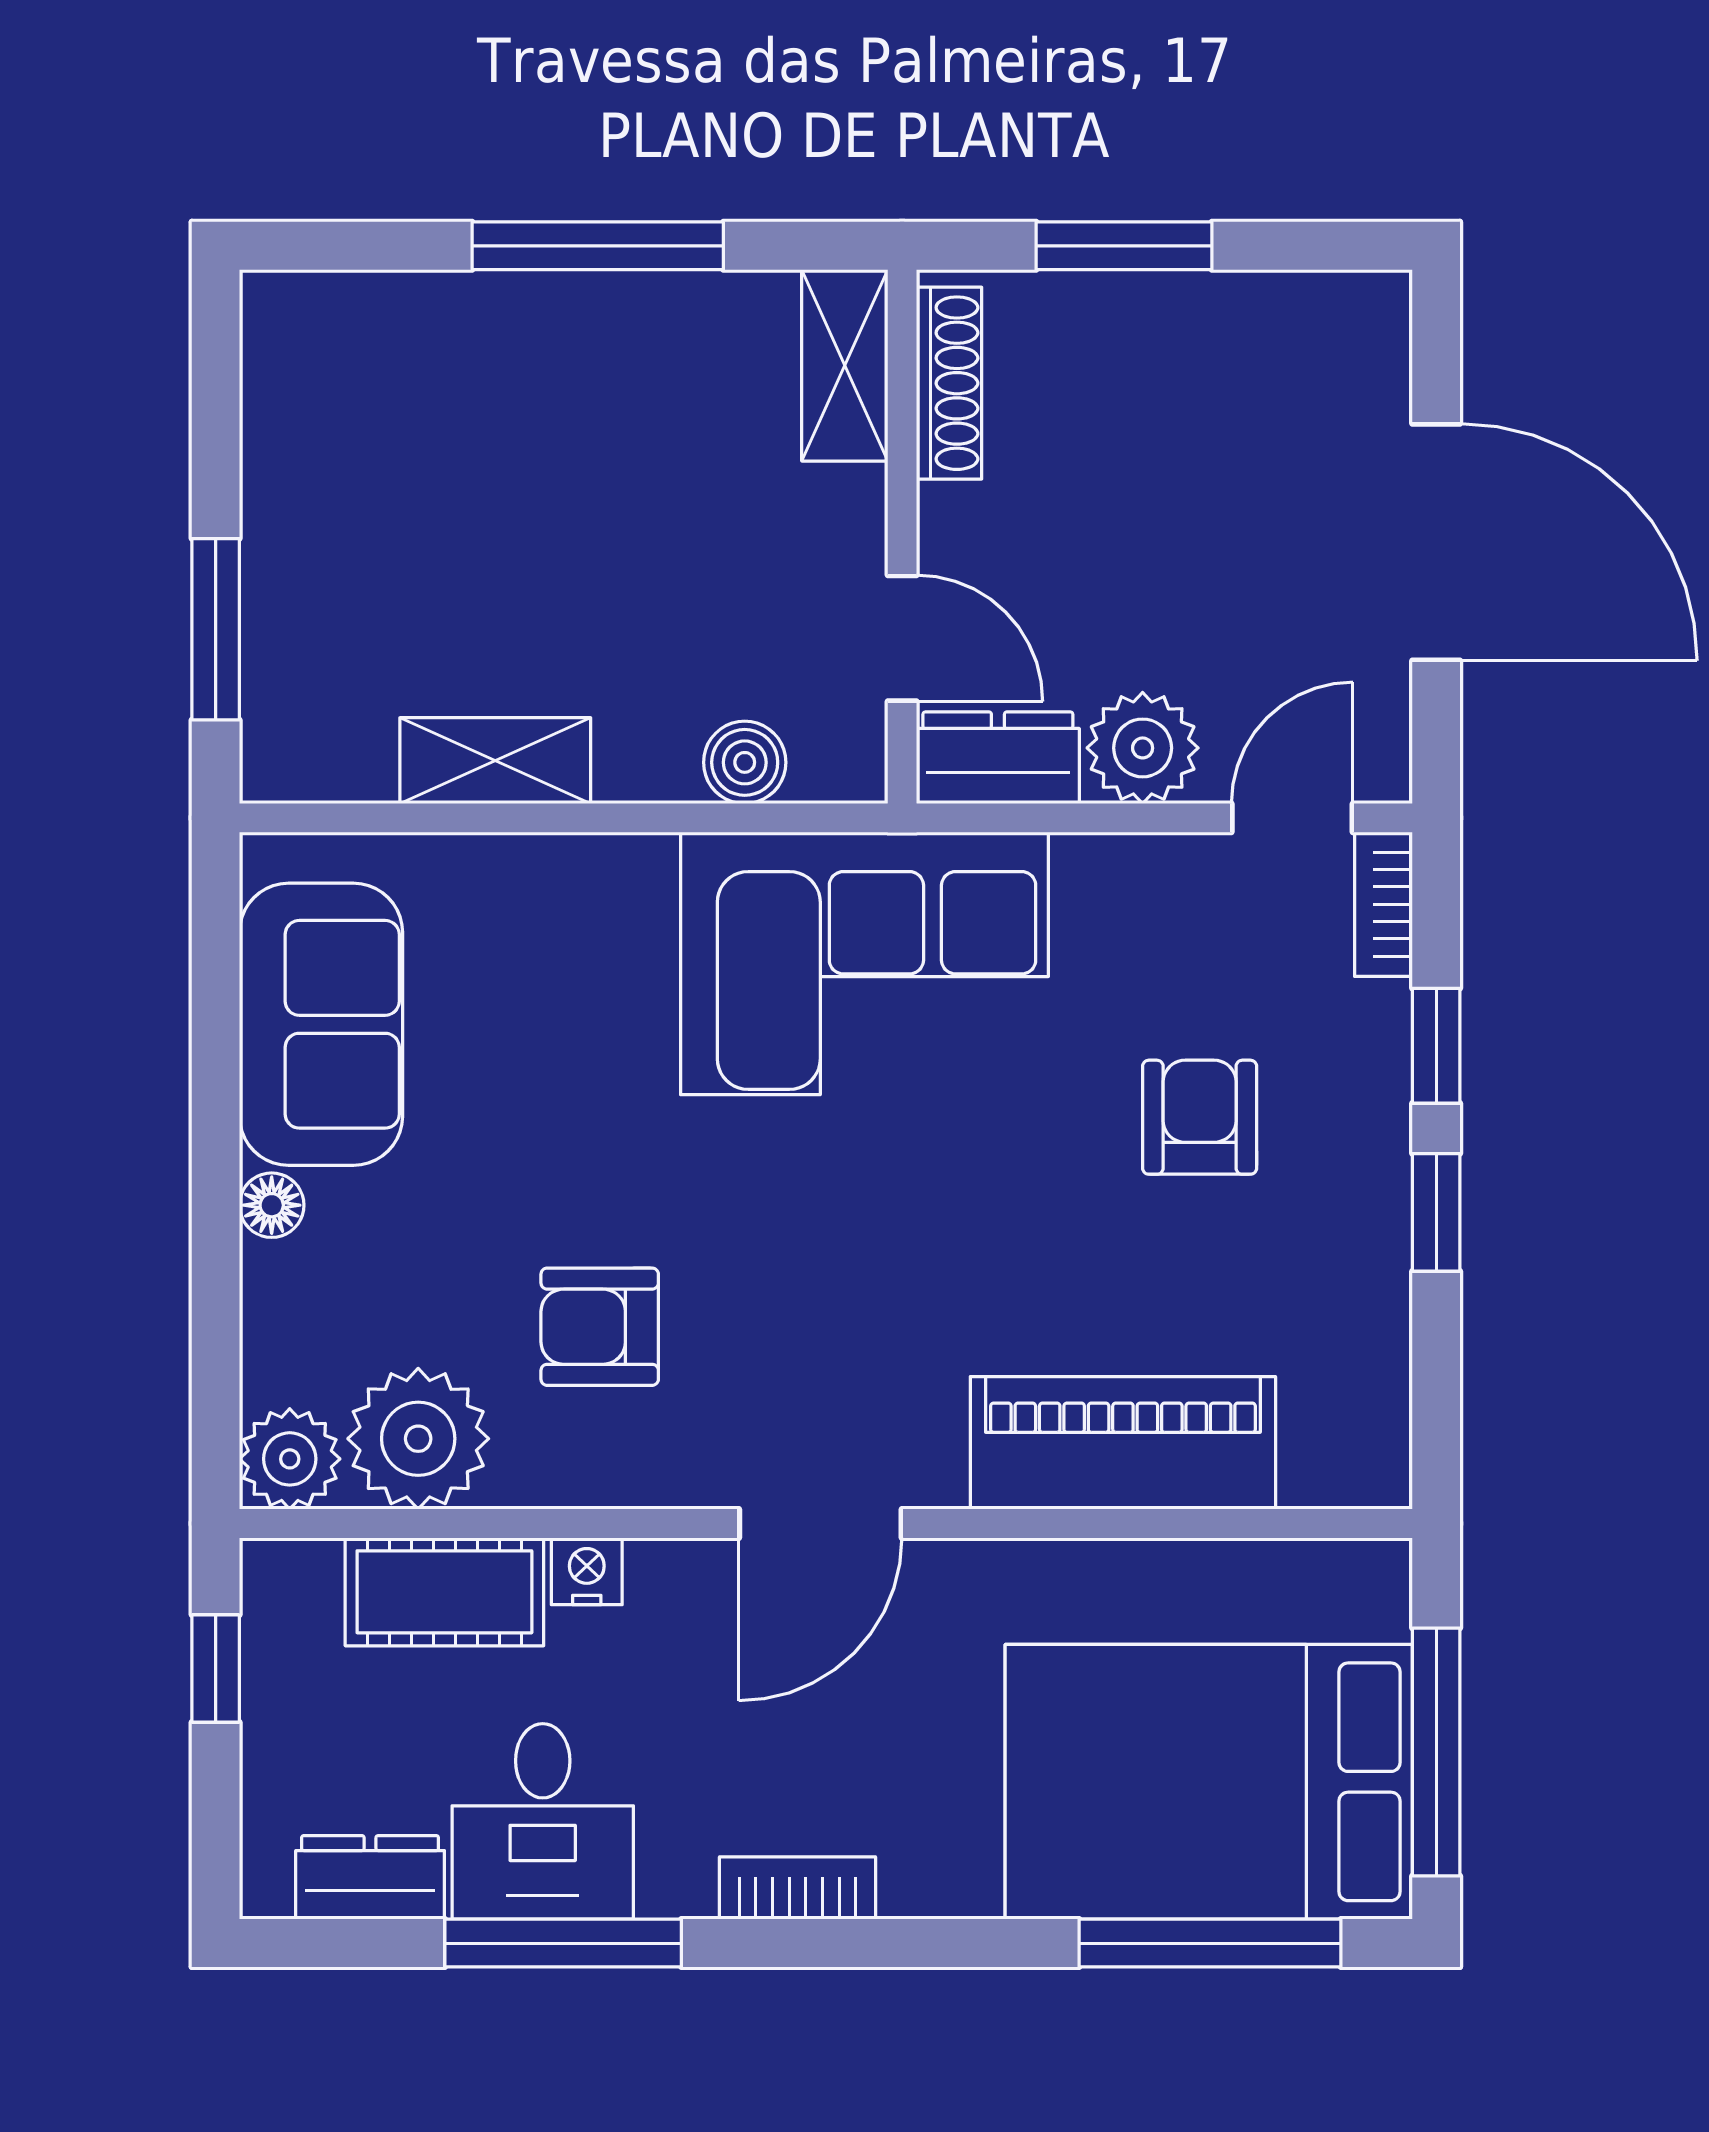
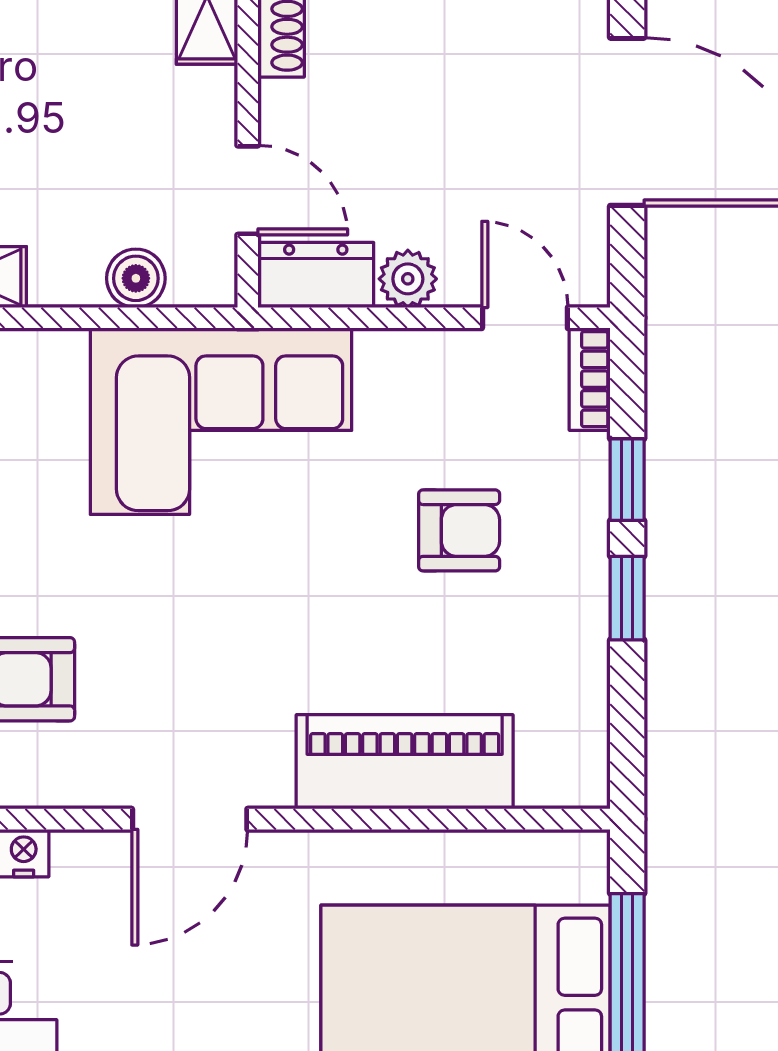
plant: (1143, 748) -> (408, 279), width x0.73, depth x0.73
door: (1292, 818) -> (525, 318), hinge flipped
armchair: (1200, 1117) -> (459, 530), turned 90

